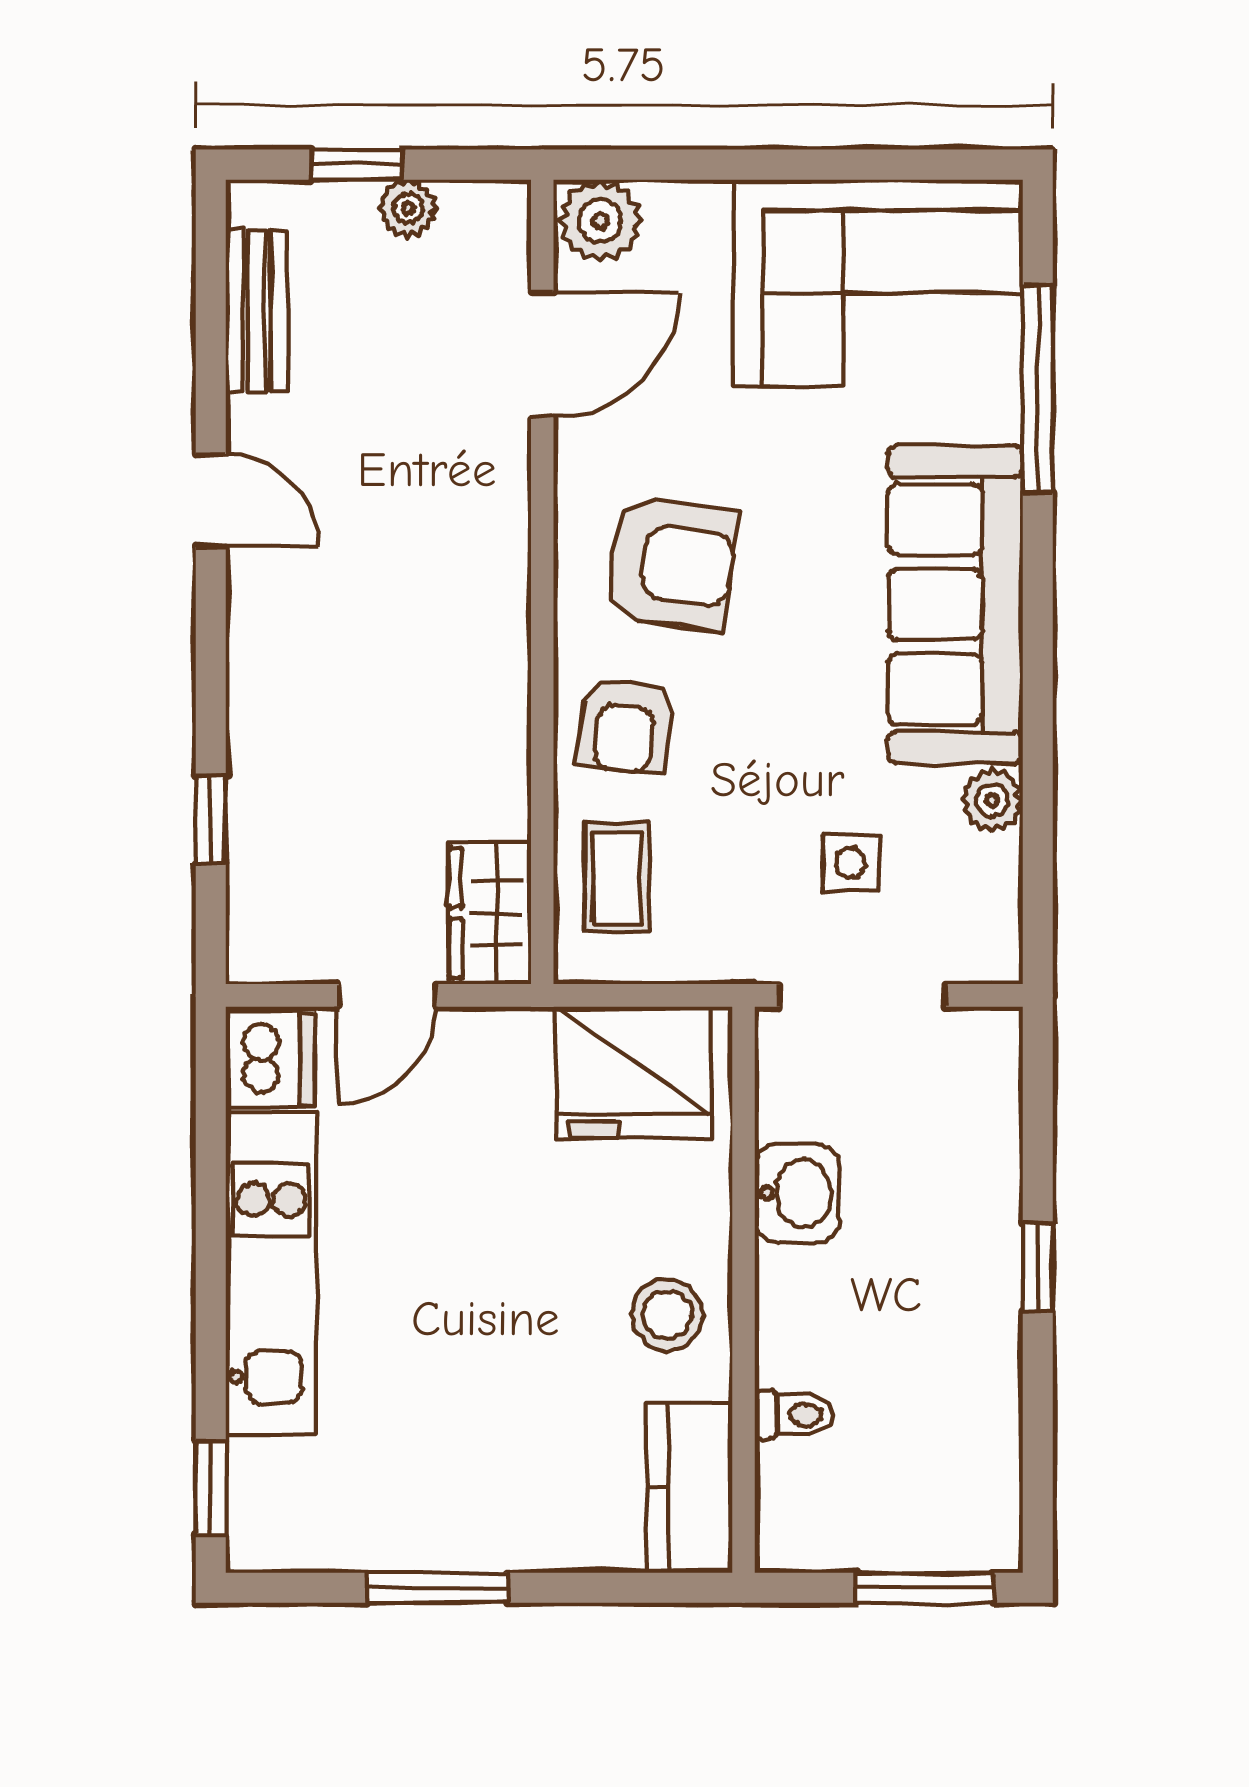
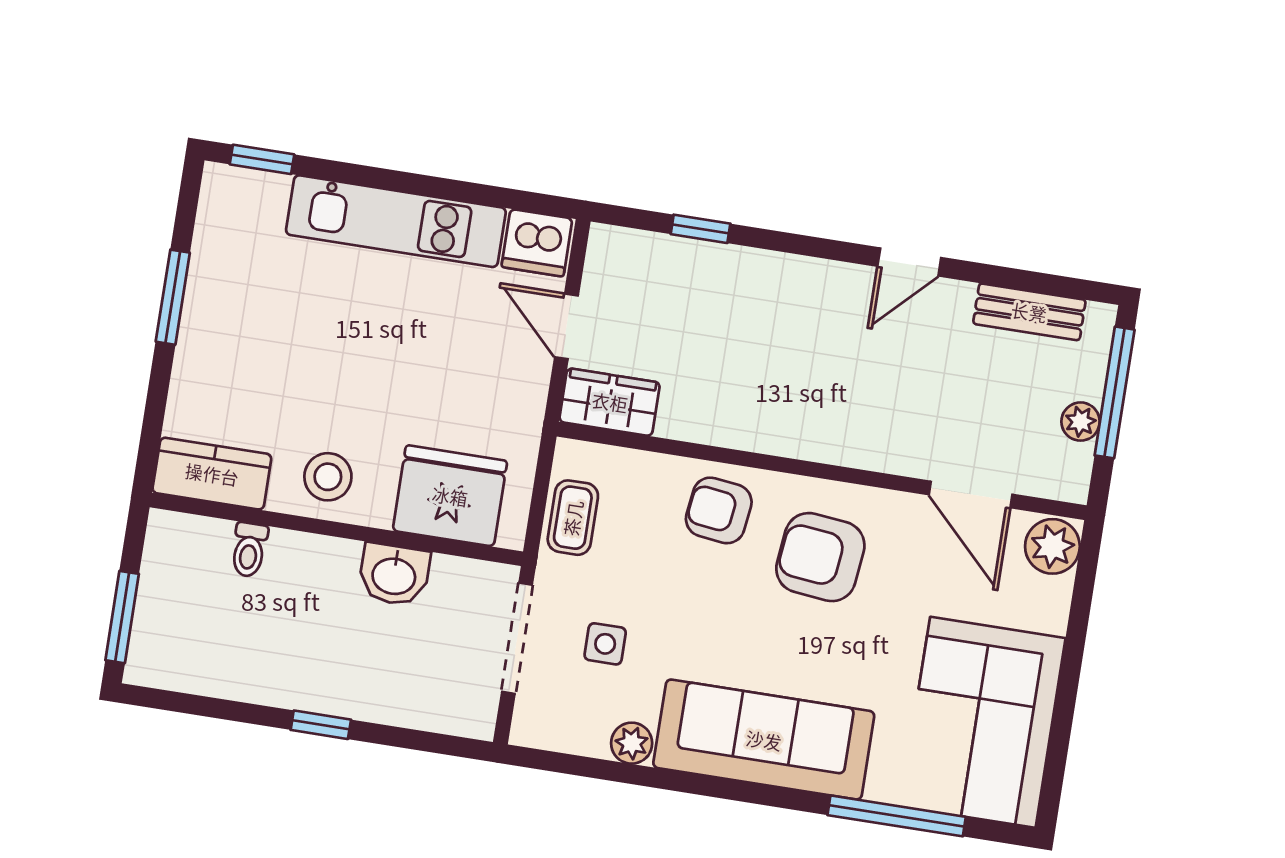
window: (357, 165) -> (1115, 392), width x2.17
armchair: (671, 563) -> (820, 557), turned 88
coffee table: (617, 877) -> (573, 518), moved, turned 90
fridge: (633, 1072) -> (450, 496), moved, turned 90

